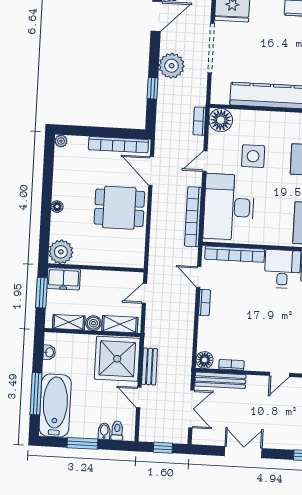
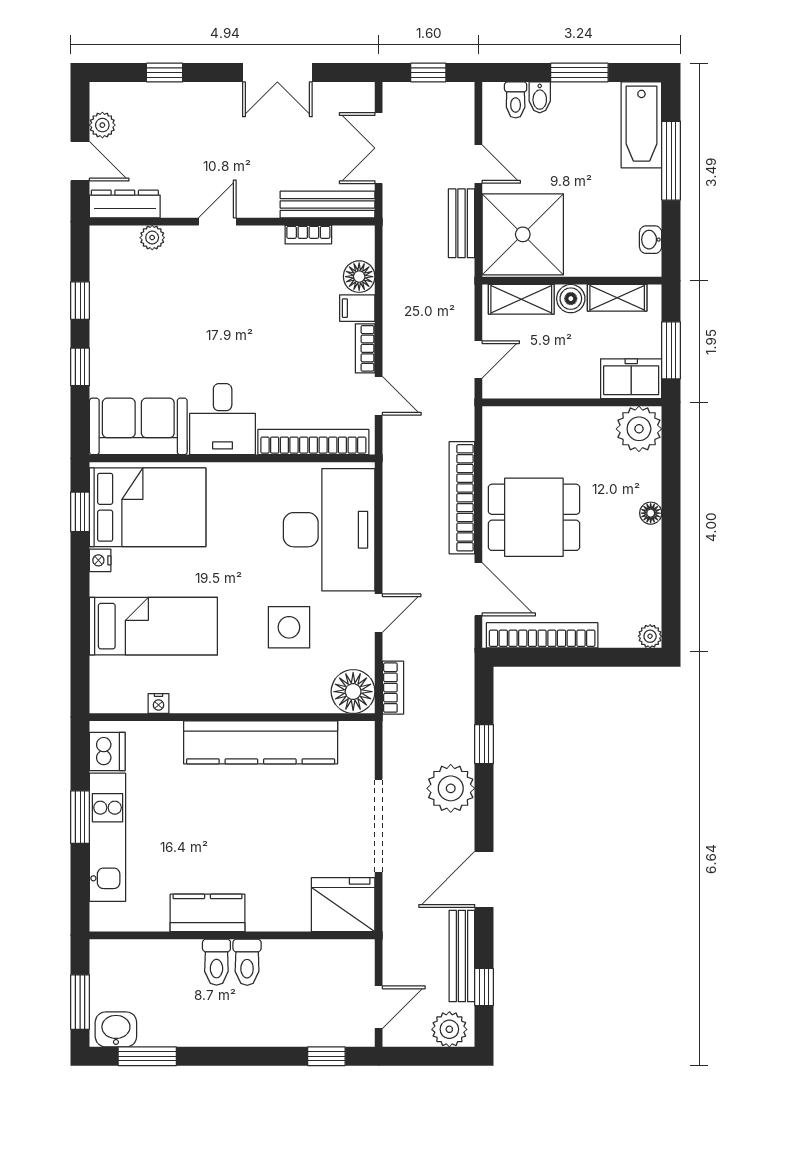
bookcase: (193, 217) -> (462, 498), moved, turned 180
filing cabinet: (207, 324) -> (357, 308), added
floor lamp: (205, 360) -> (359, 277), moved
bathtub: (55, 406) -> (641, 125), width x0.73, depth x0.73

